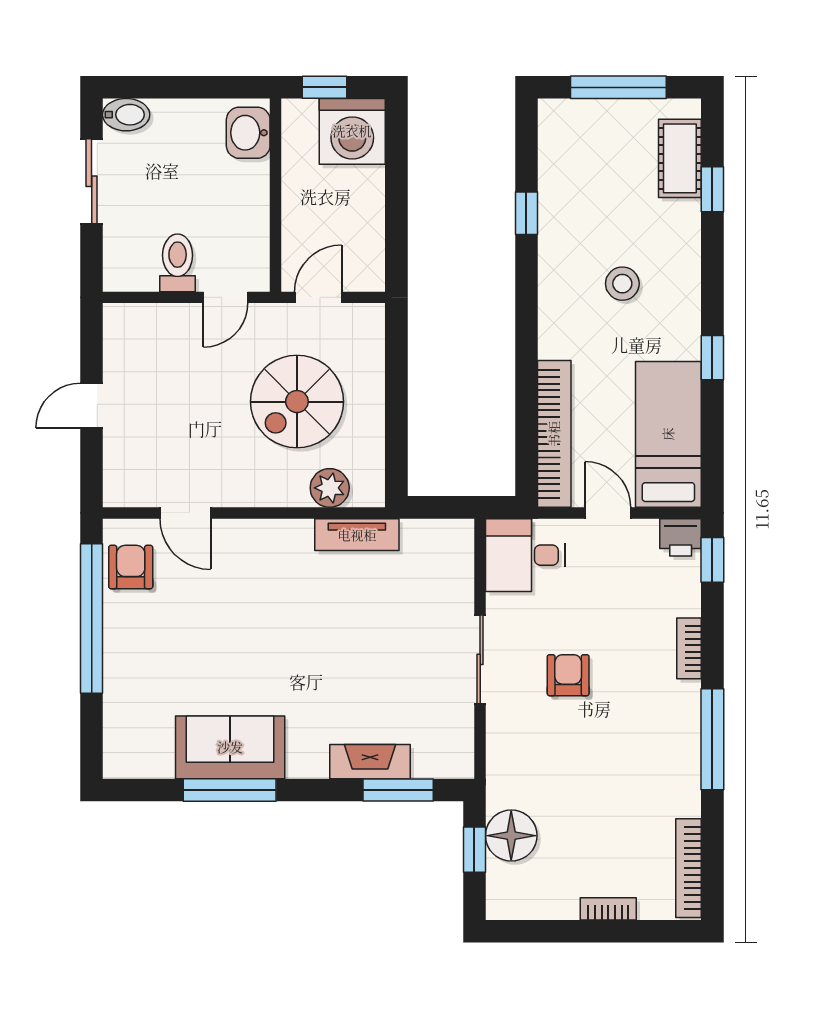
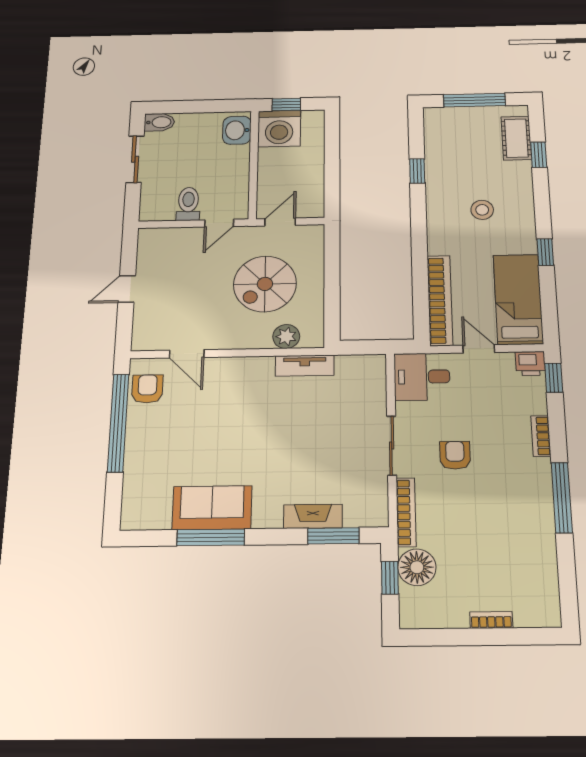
washing machine: (352, 131) -> (279, 129), moved
bookcase: (689, 868) -> (406, 512), moved, turned 180

